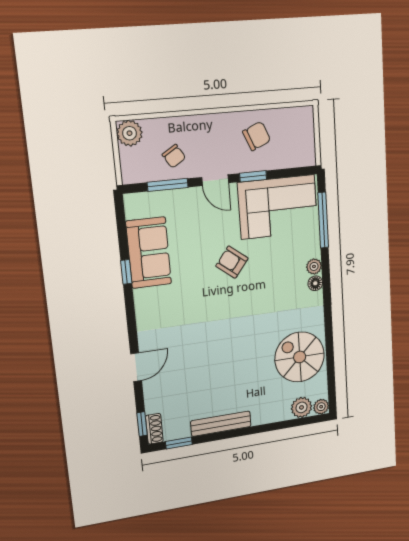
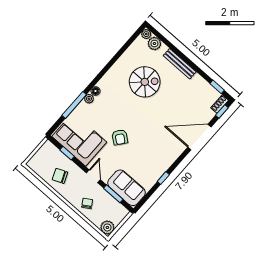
chair: (174, 156) -> (87, 203), moved
window: (253, 176) -> (67, 153), moved
window: (323, 220) -> (74, 105), moved
sofa: (149, 253) -> (126, 188), moved, turned 90
spiral stairs: (300, 357) -> (145, 82), moved, turned -90
door: (136, 367) -> (199, 137), width x1.88
bench: (221, 424) -> (180, 64), moved

